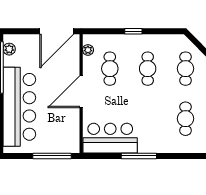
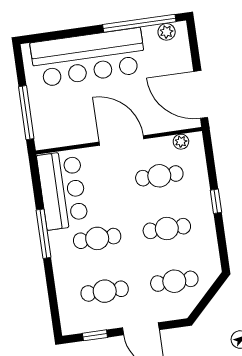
cafe table: (148, 119) -> (97, 238), added

